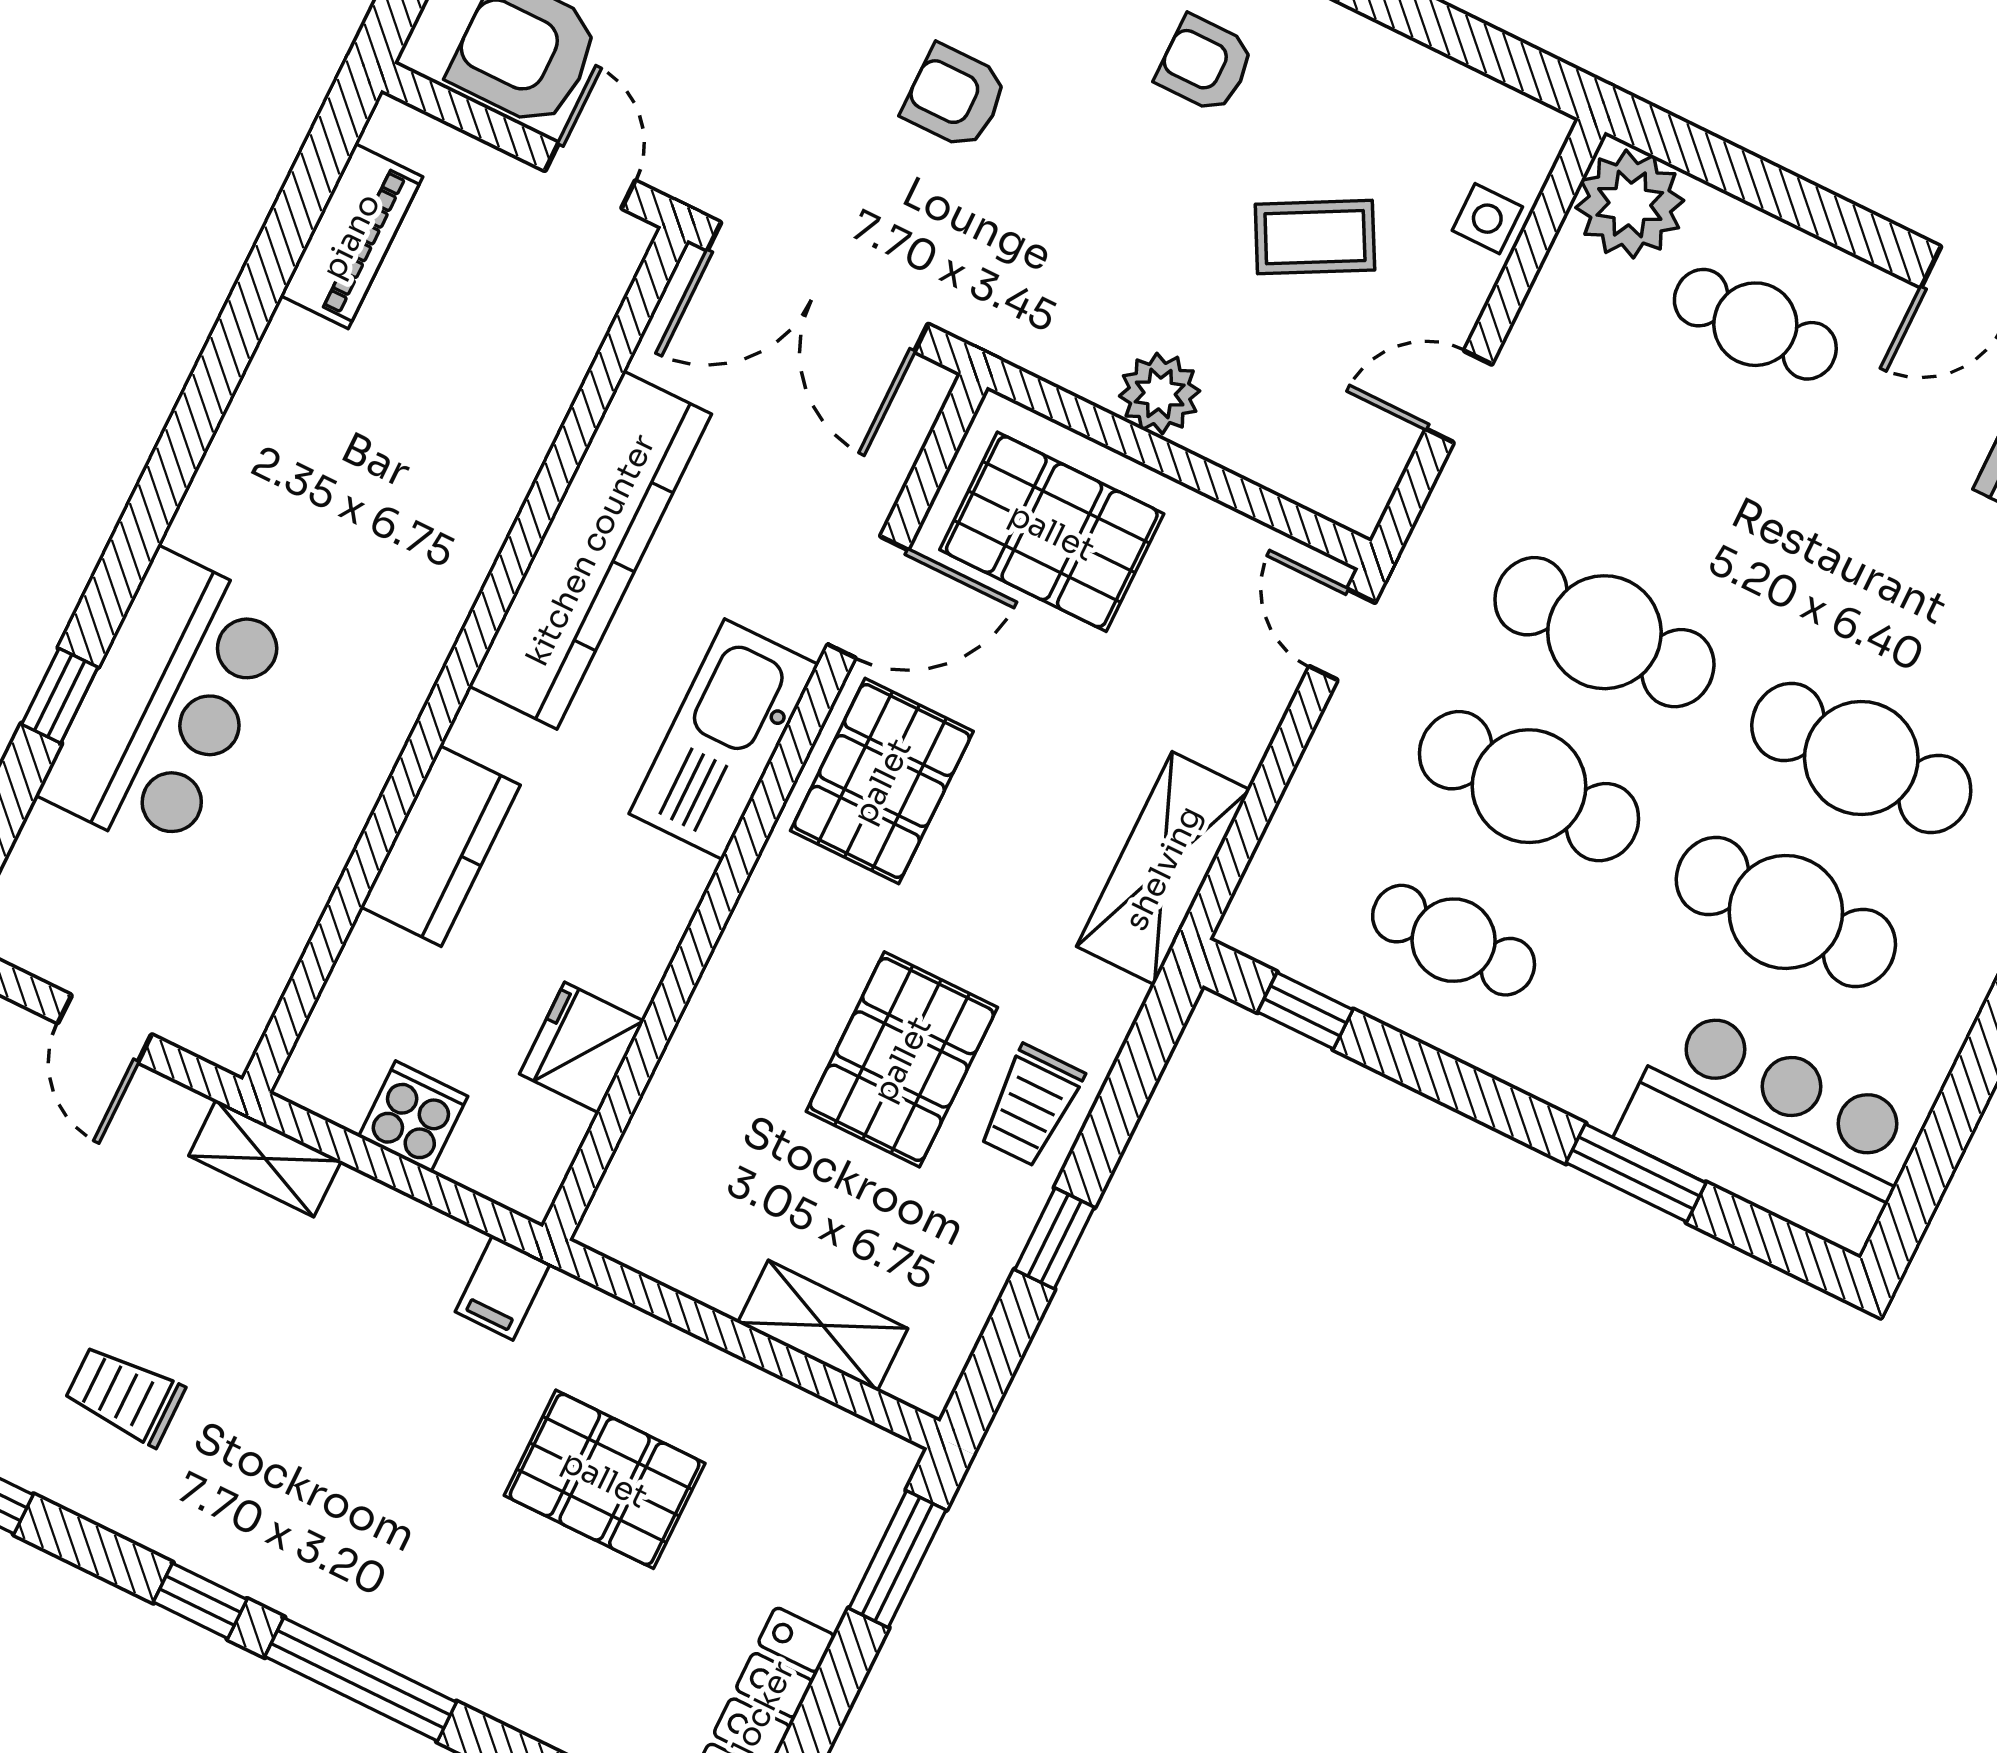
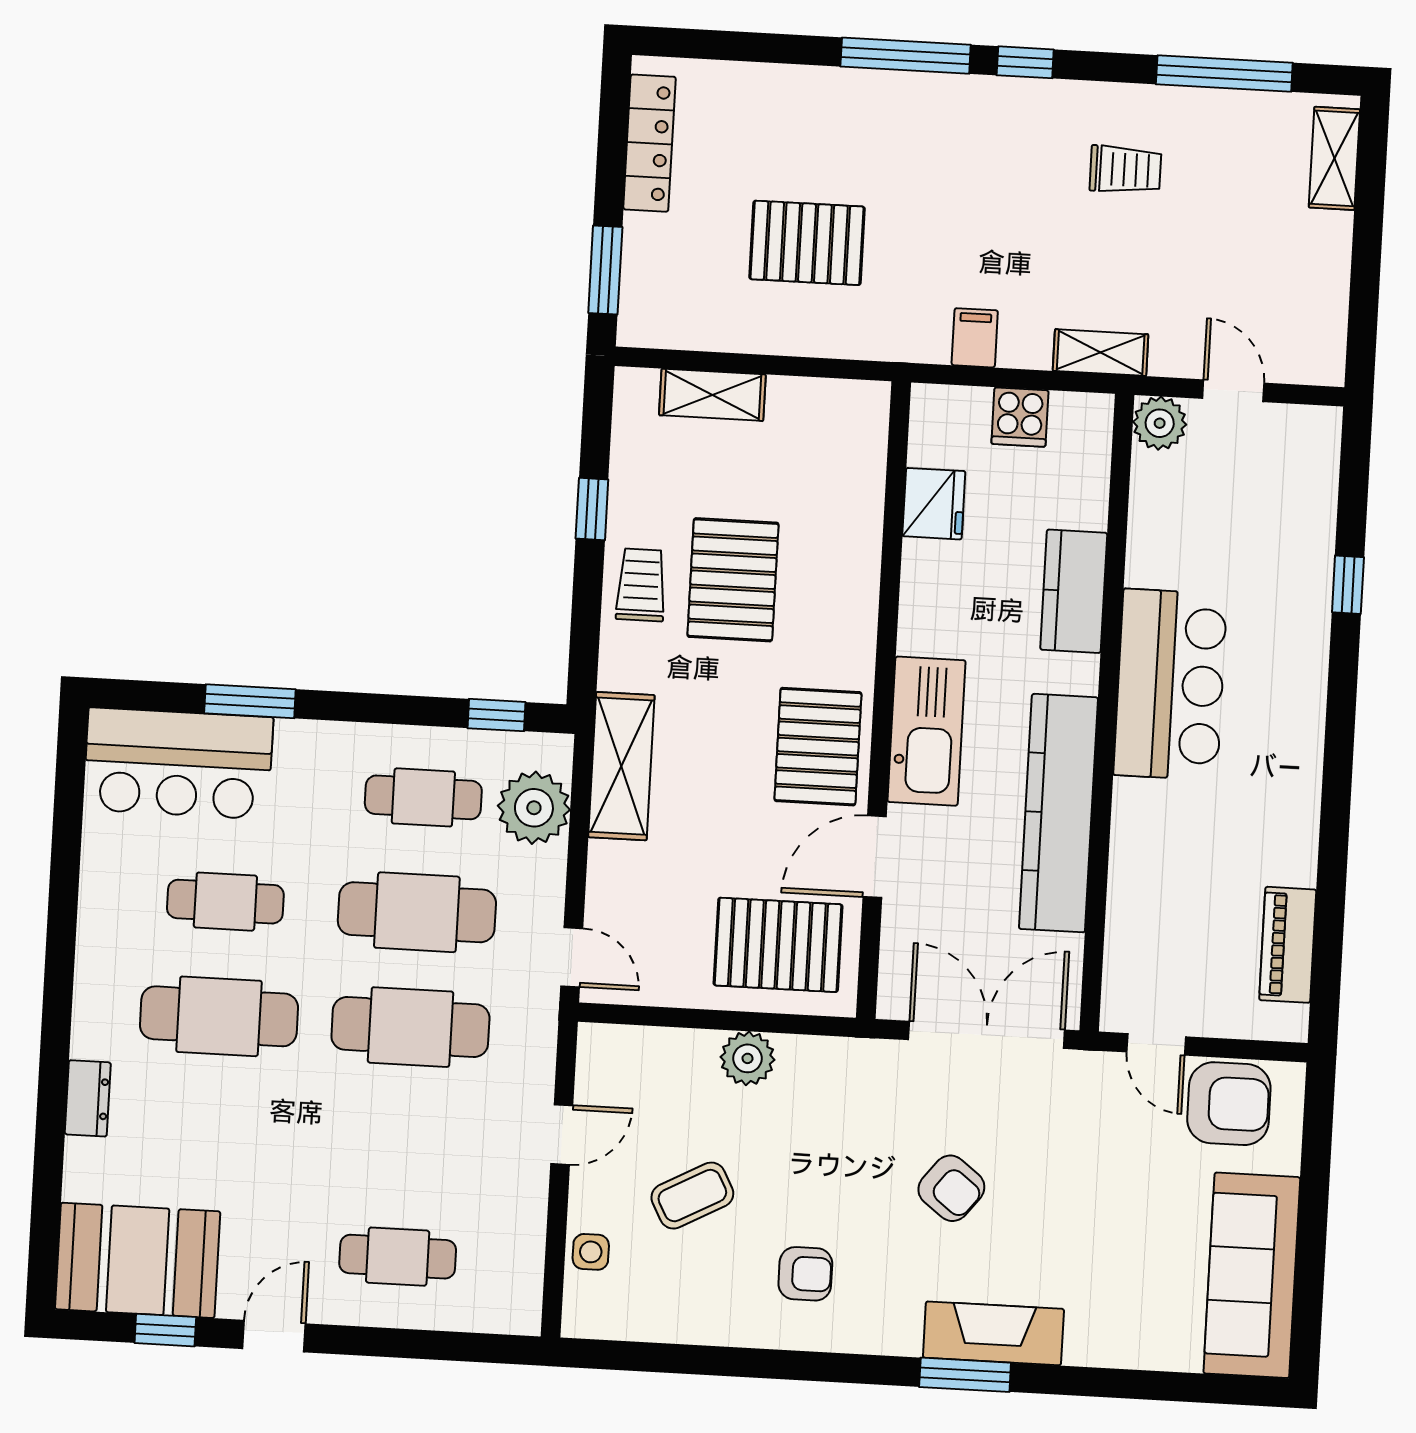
armchair: (955, 97) -> (951, 1188), turned 38
plant: (1630, 204) -> (534, 808), moved
bar counter: (166, 704) -> (1170, 685), moved, turned 180
cafe table: (1786, 912) -> (225, 902), width x0.73, depth x0.74
plant: (225, 1027) -> (1160, 423), added
filing cabinet: (503, 1288) -> (975, 338), moved

